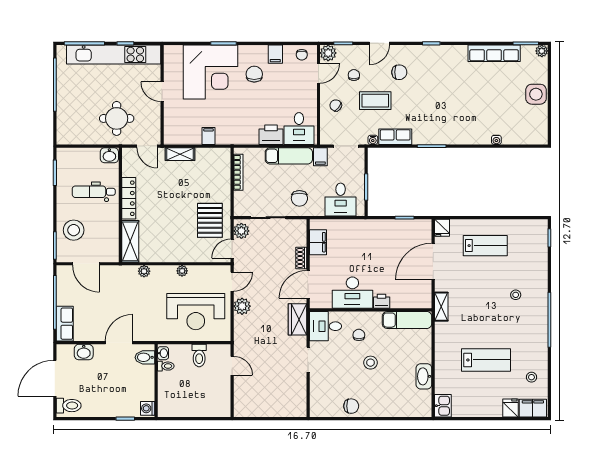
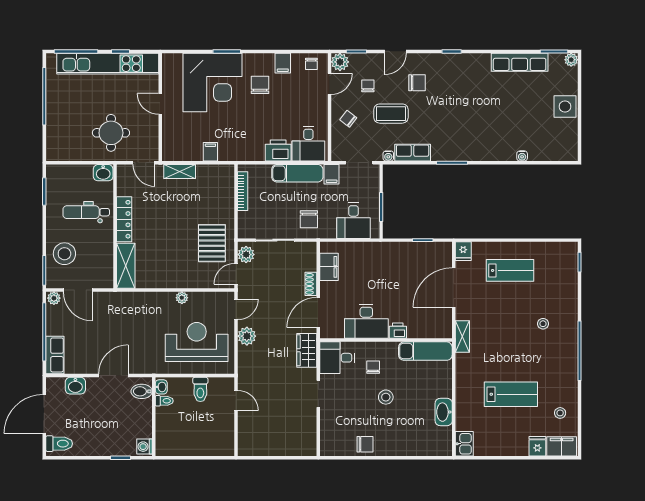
plant: (144, 271) -> (54, 298), moved
reception desk: (196, 312) -> (197, 342), turned 180

